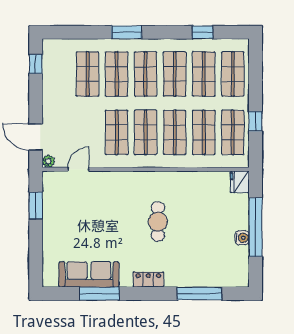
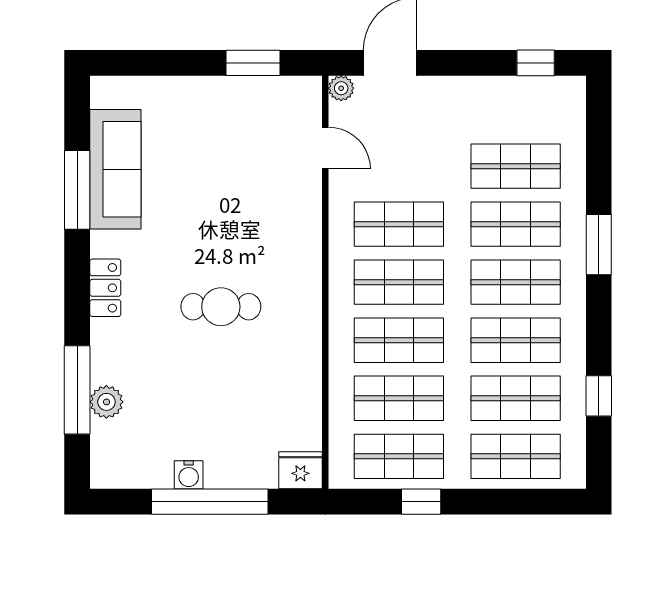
plant: (206, 279) -> (106, 402), added

